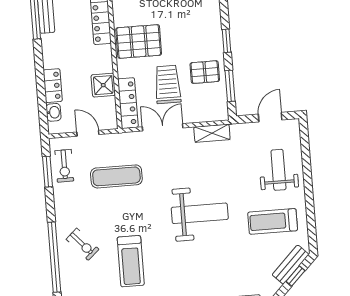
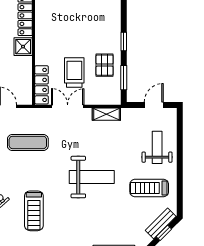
pallet: (139, 41) -> (54, 37), removed
pallet: (205, 72) -> (105, 65), turned 90
shower: (103, 85) -> (23, 47), moved

